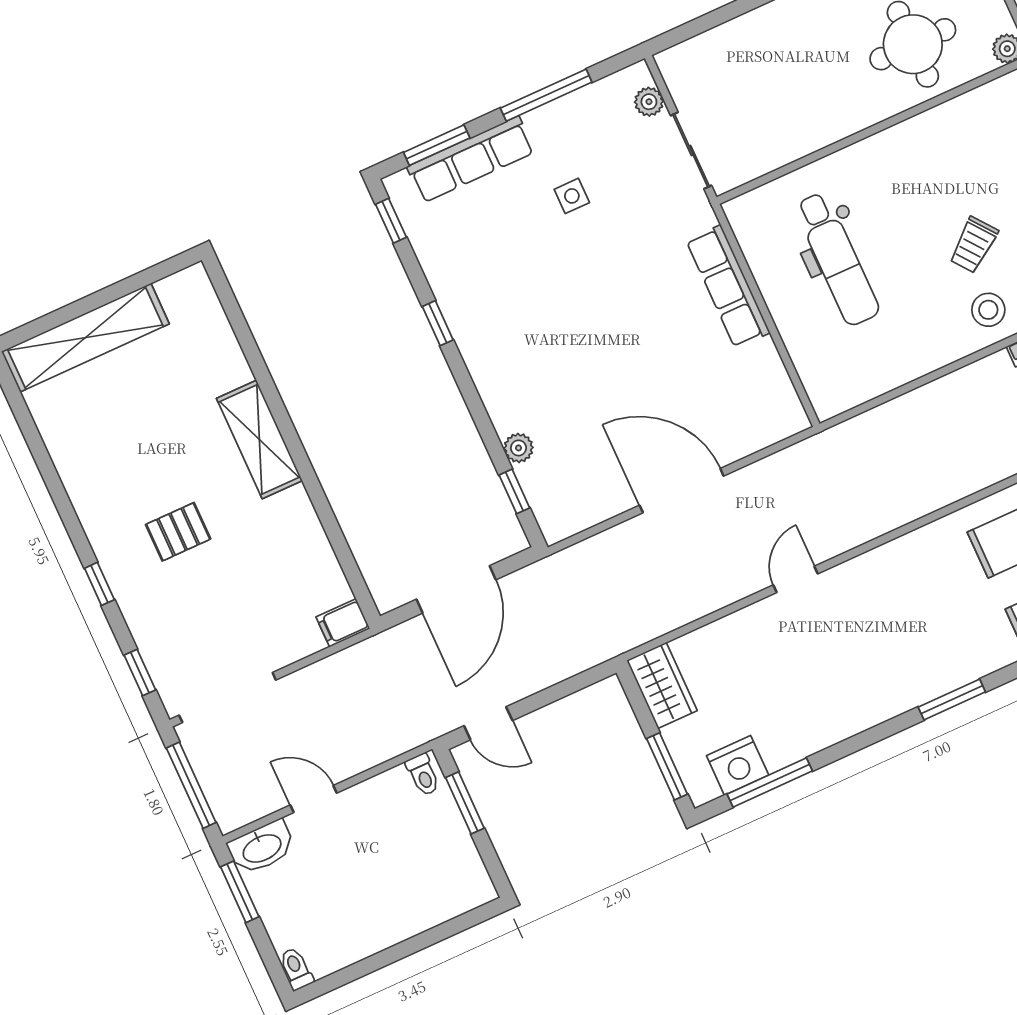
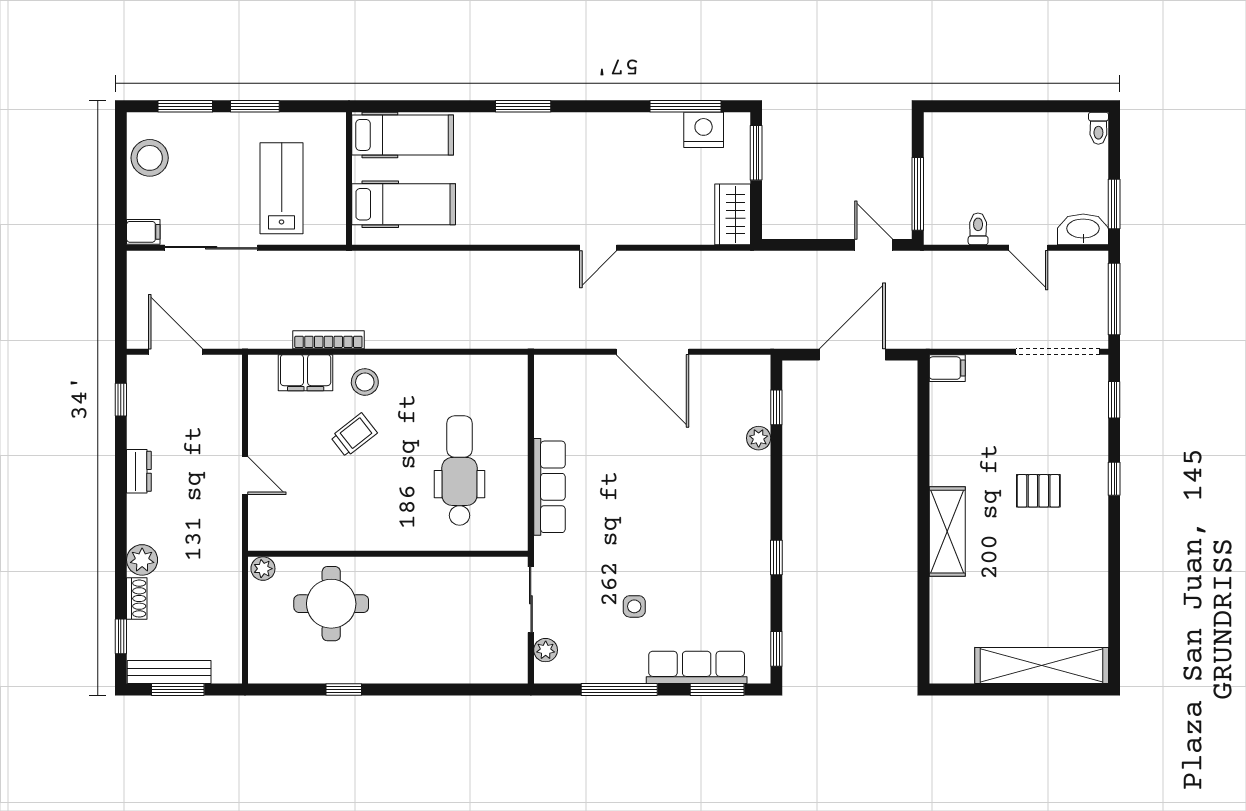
toilet: (423, 775) -> (978, 229), moved
window: (465, 803) -> (918, 194), width x1.44

